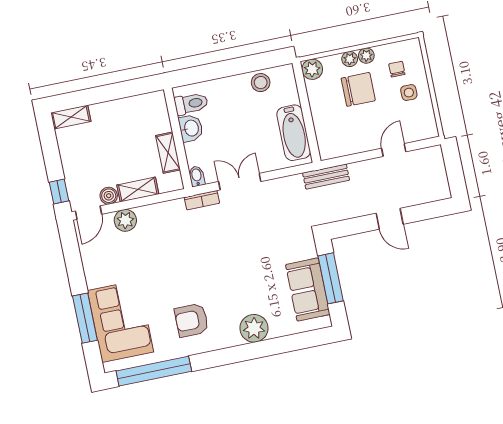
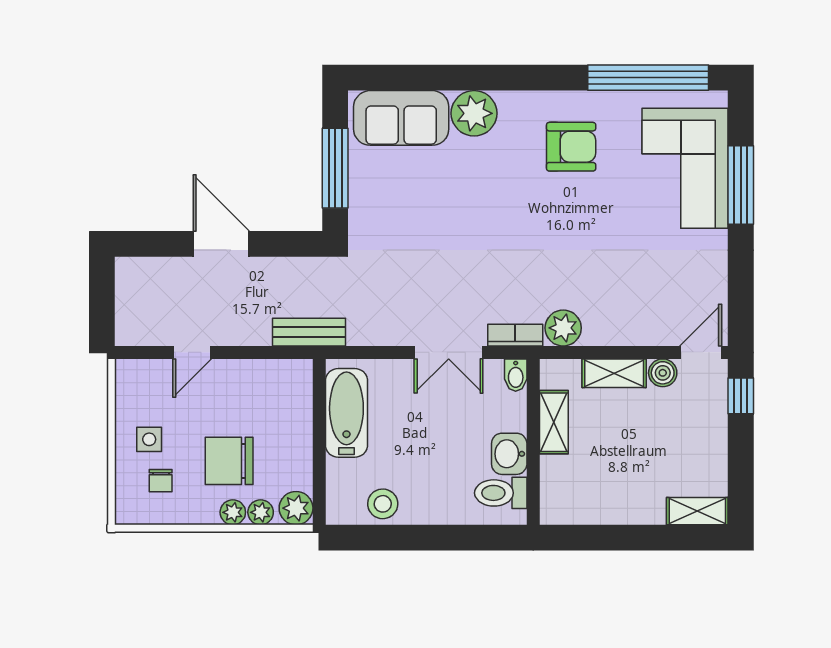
plant: (366, 56) -> (261, 512), moved
door: (390, 219) -> (221, 244), width x1.38
plant: (125, 220) -> (563, 328), moved
sofa: (308, 289) -> (401, 118), moved, turned 90

